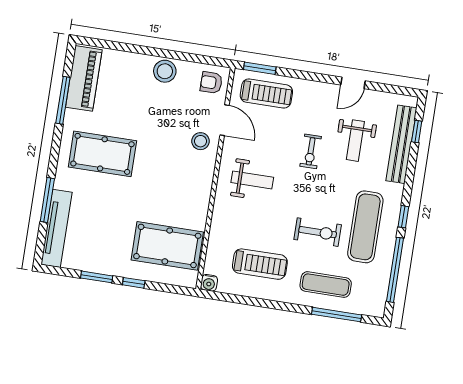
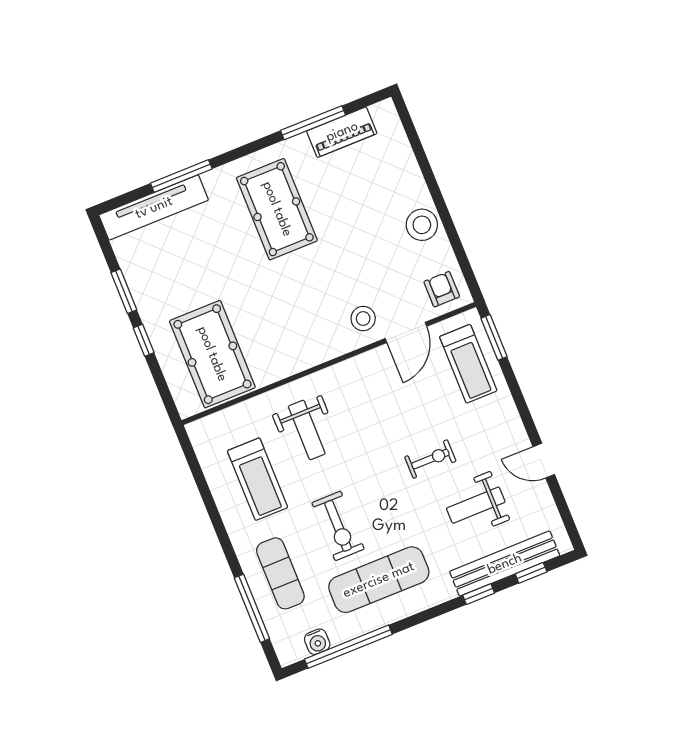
piano: (84, 78) -> (342, 132), width x0.73, depth x0.75
exercise bike: (311, 151) -> (430, 459), turned 180
weight bench: (252, 180) -> (307, 430), moved
window: (403, 217) -> (479, 594), moved
water cooler: (209, 283) -> (317, 642), moved, turned -90

